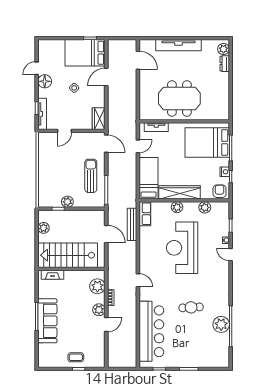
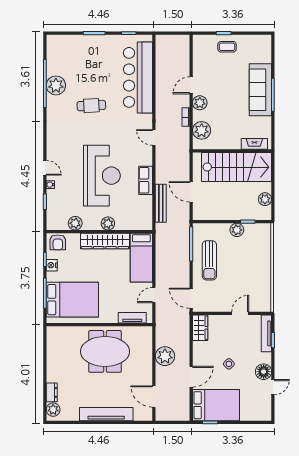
plant: (128, 94) -> (165, 356), added
row of seats: (145, 214) -> (146, 180), moved

